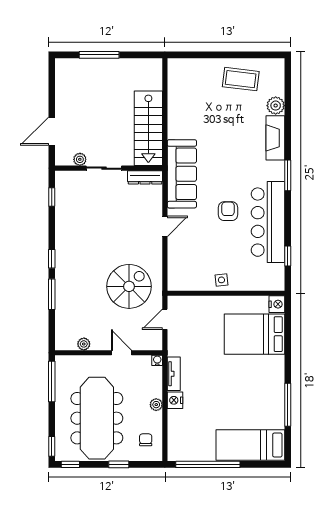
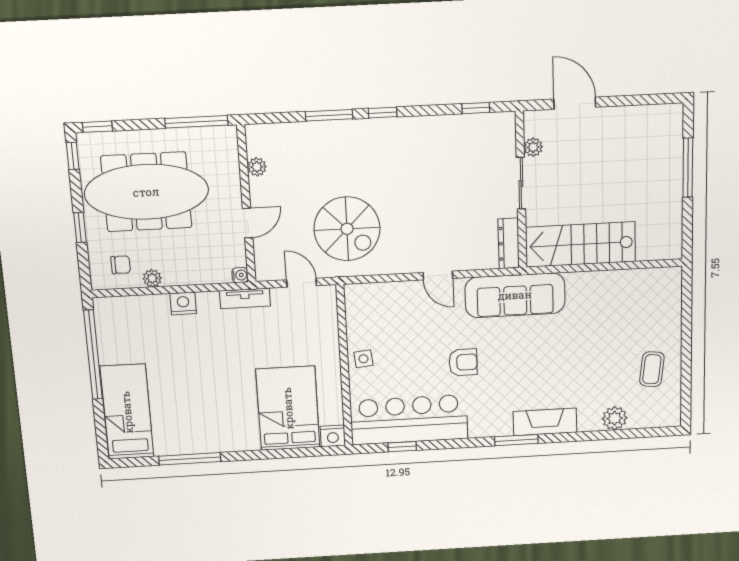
coffee table: (241, 79) -> (652, 369), width x0.73, depth x0.77
fireplace: (275, 138) -> (545, 422), moved
bar counter: (268, 222) -> (409, 420), moved
tv unit: (174, 374) -> (245, 298), moved
plant: (156, 405) -> (152, 278), moved

